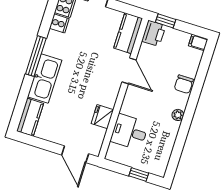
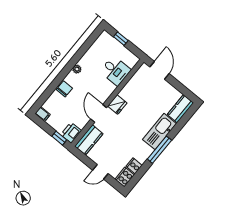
fridge: (102, 117) -> (117, 104), moved

